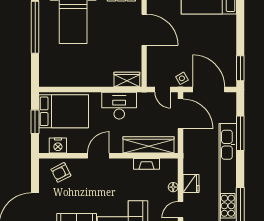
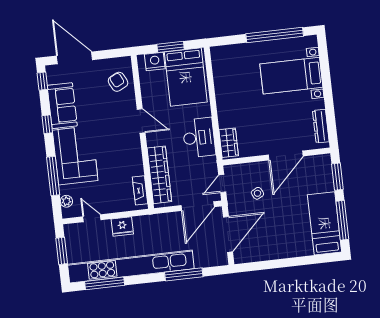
window: (240, 68) -> (255, 266), removed
side table: (182, 78) -> (257, 193), moved
nightstand: (58, 146) -> (155, 62), moved, turned 90
fireplace: (146, 164) -> (140, 190), moved
floor lamp: (173, 187) -> (116, 207), removed

